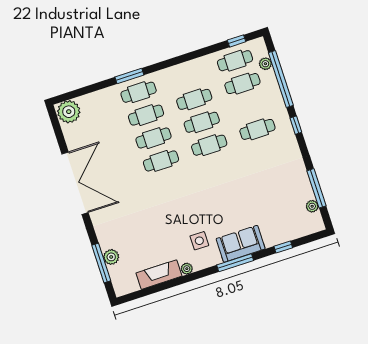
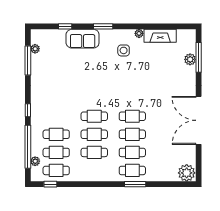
cafe table: (257, 129) -> (56, 134), moved
sofa: (241, 244) -> (83, 39), moved
window: (235, 263) -> (103, 26), width x0.69

